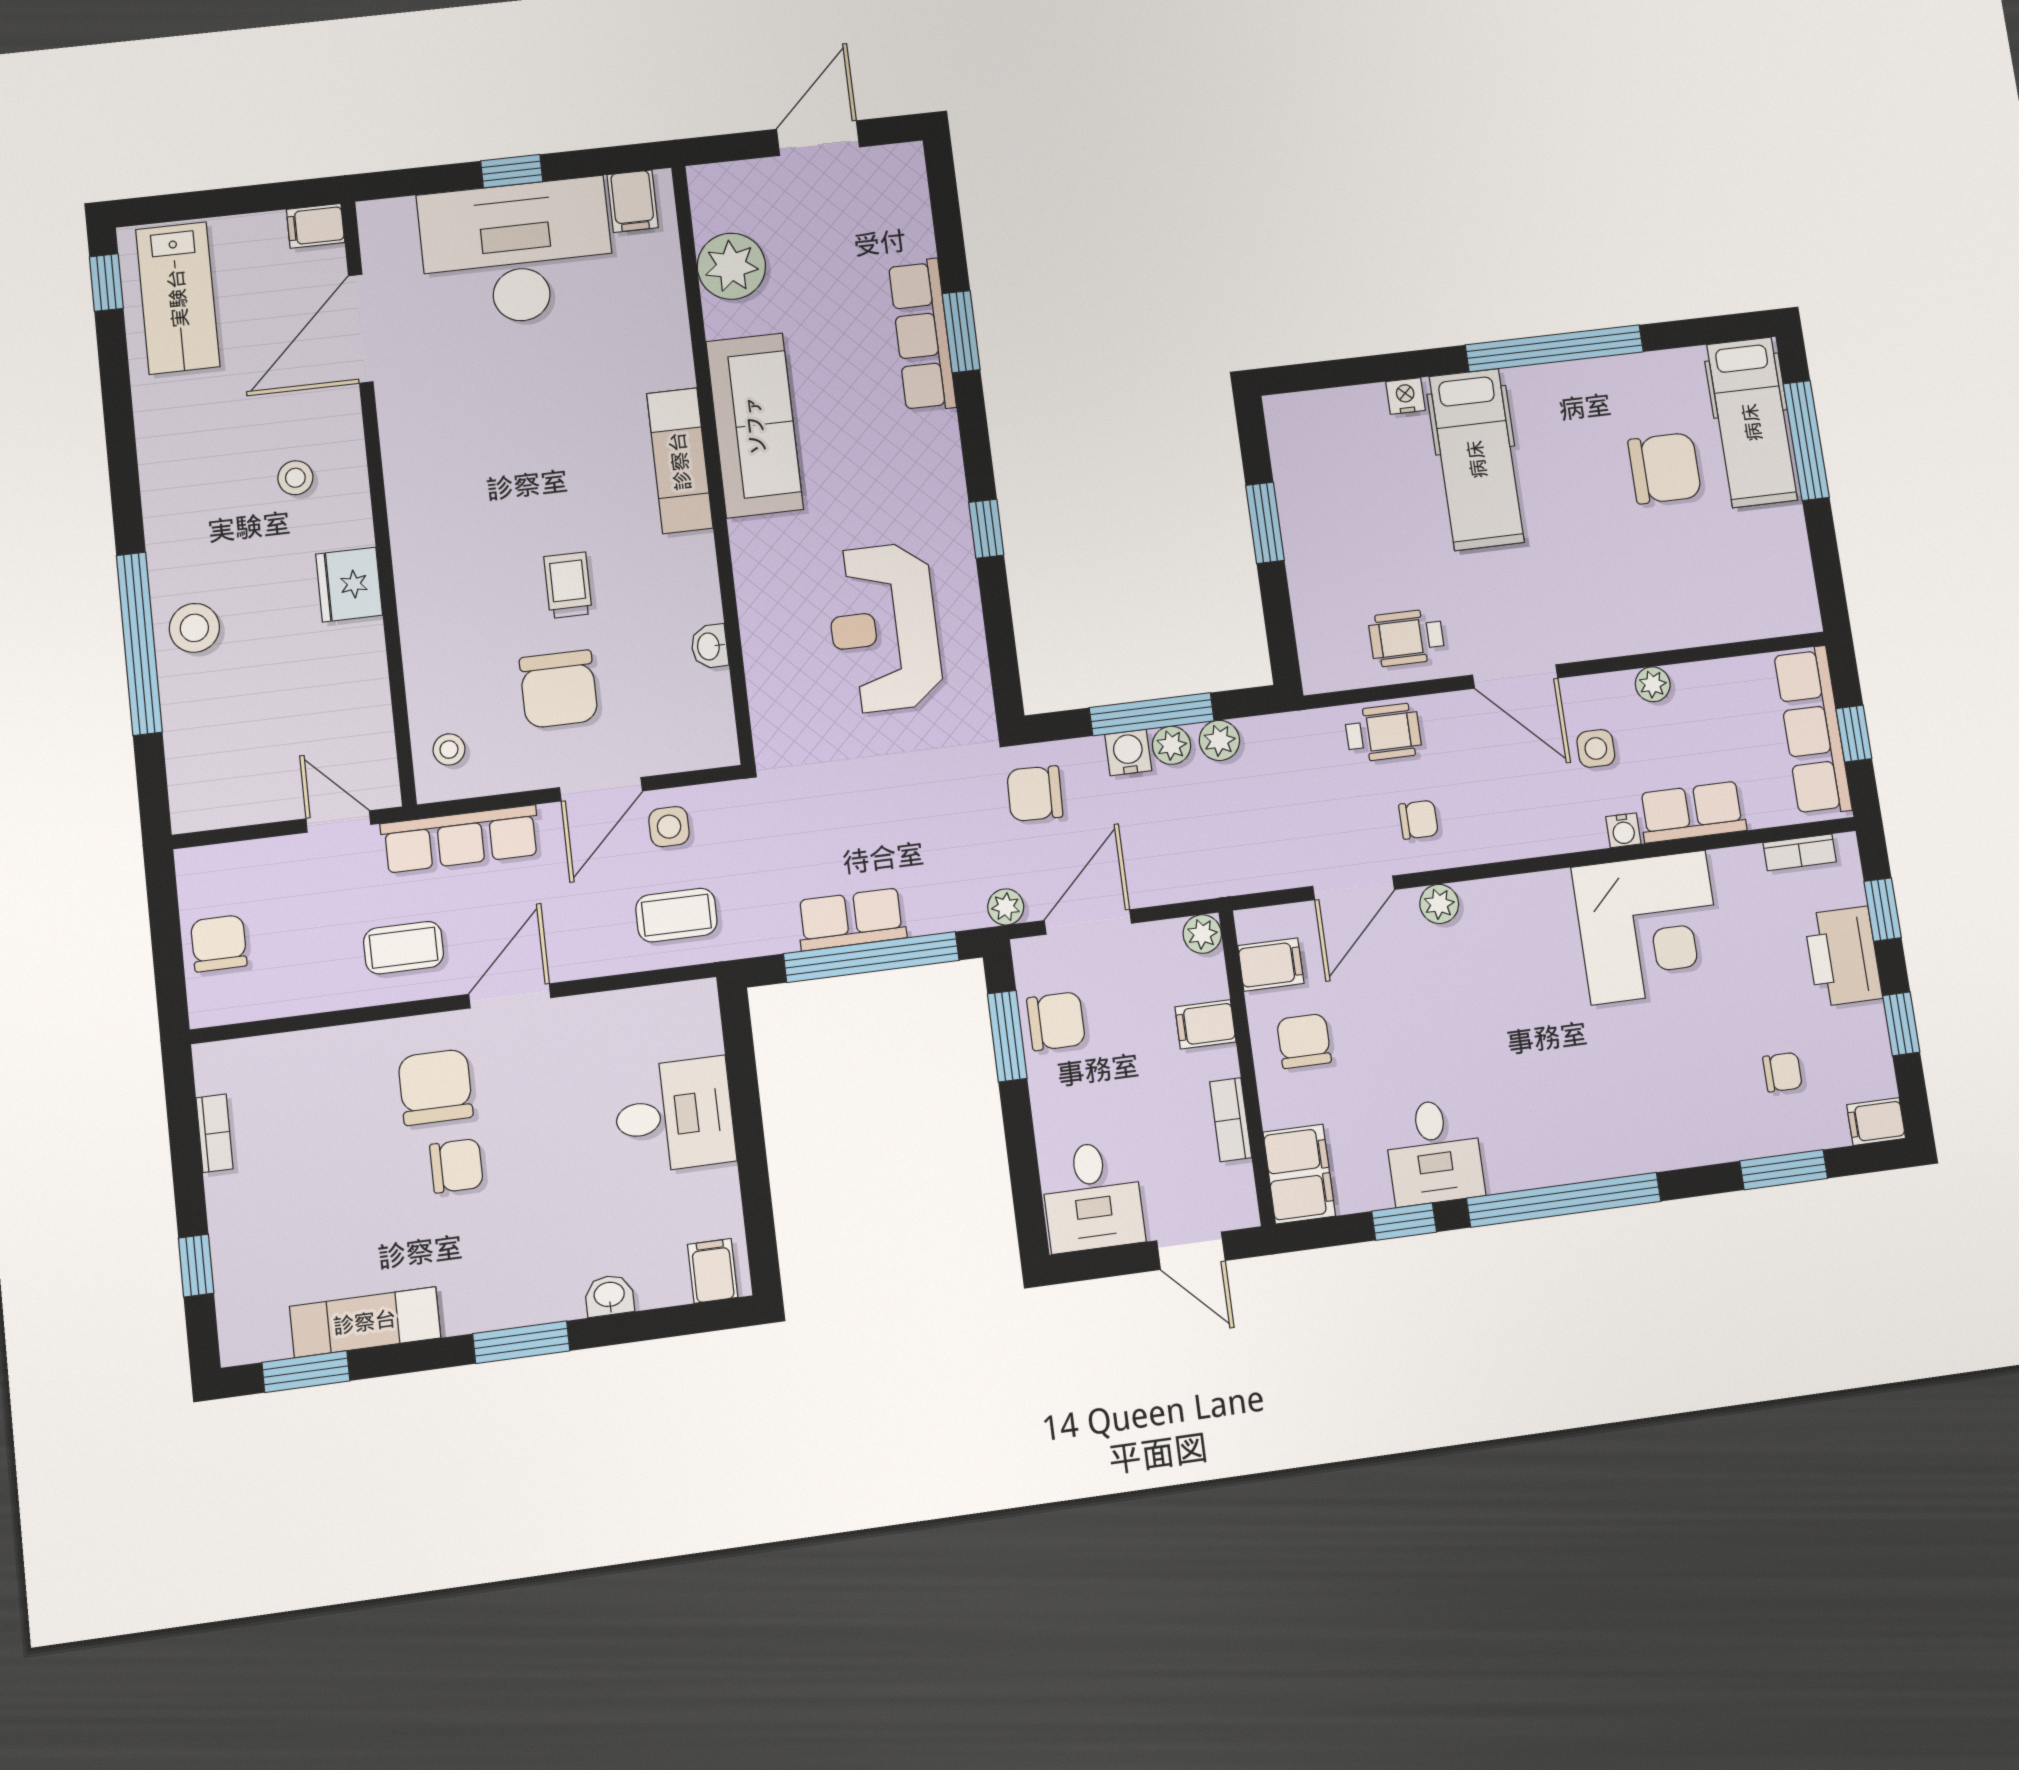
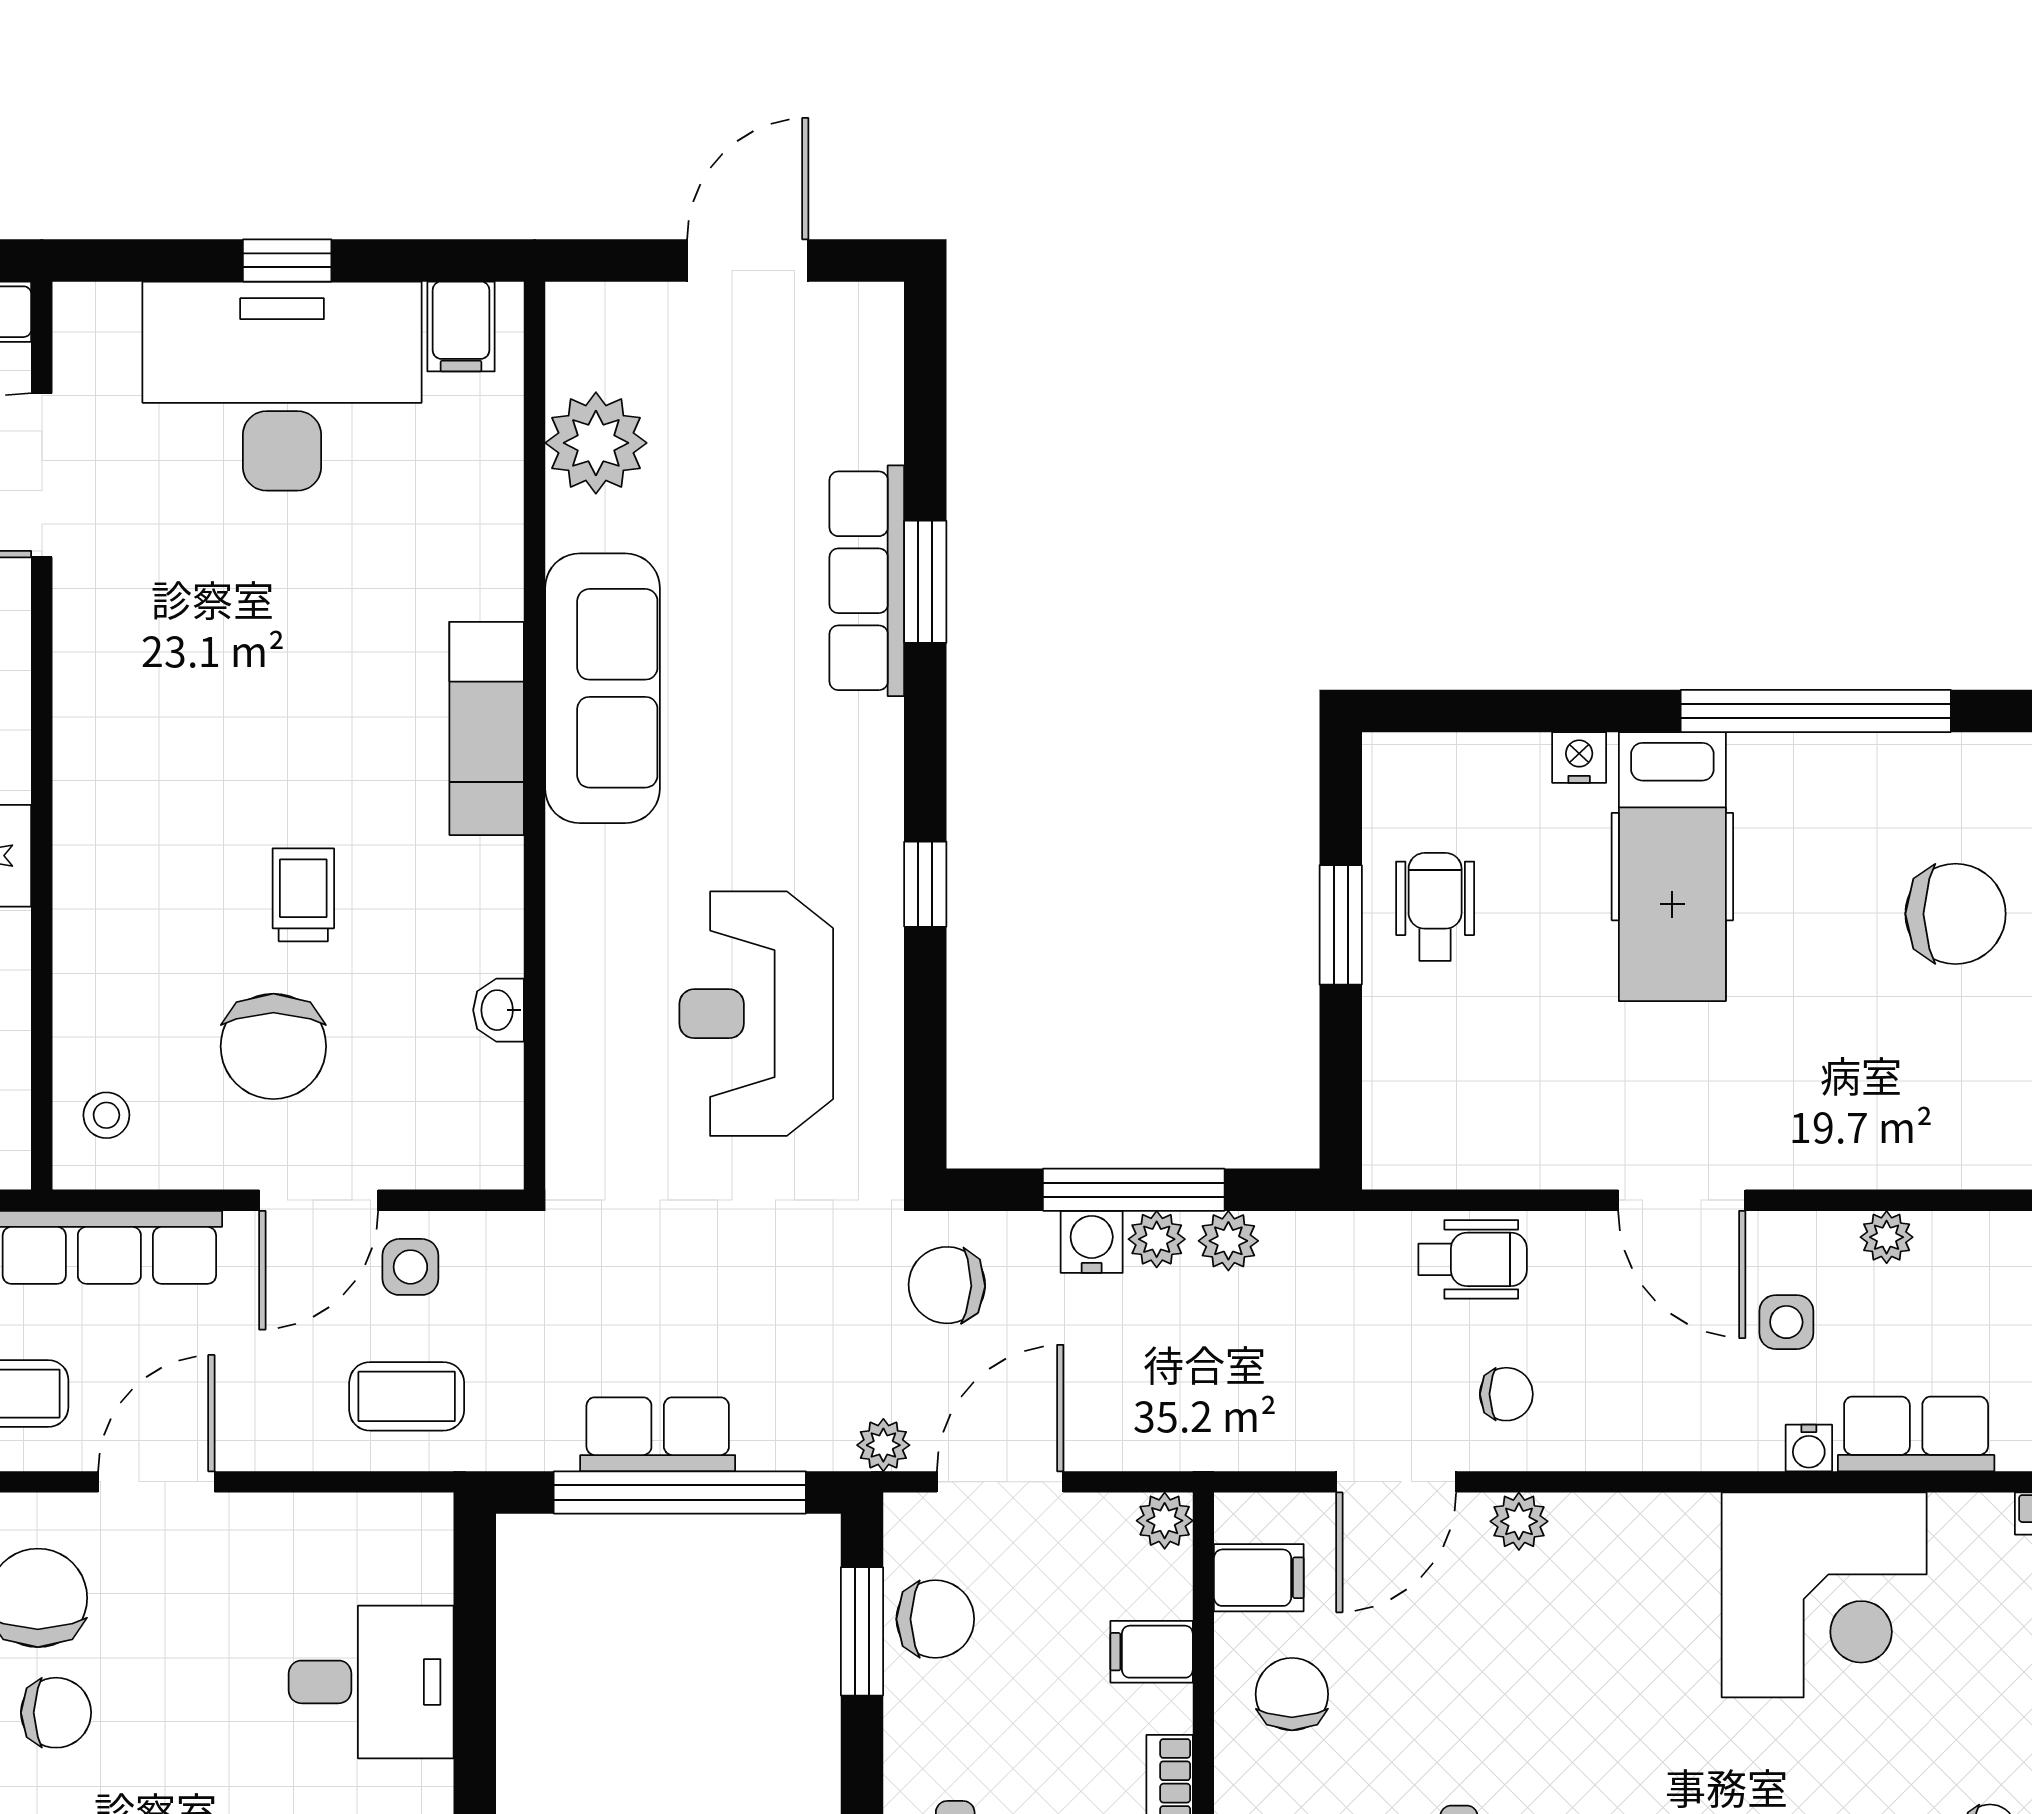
wheelchair: (1407, 638) -> (1435, 907), moved, turned 90

